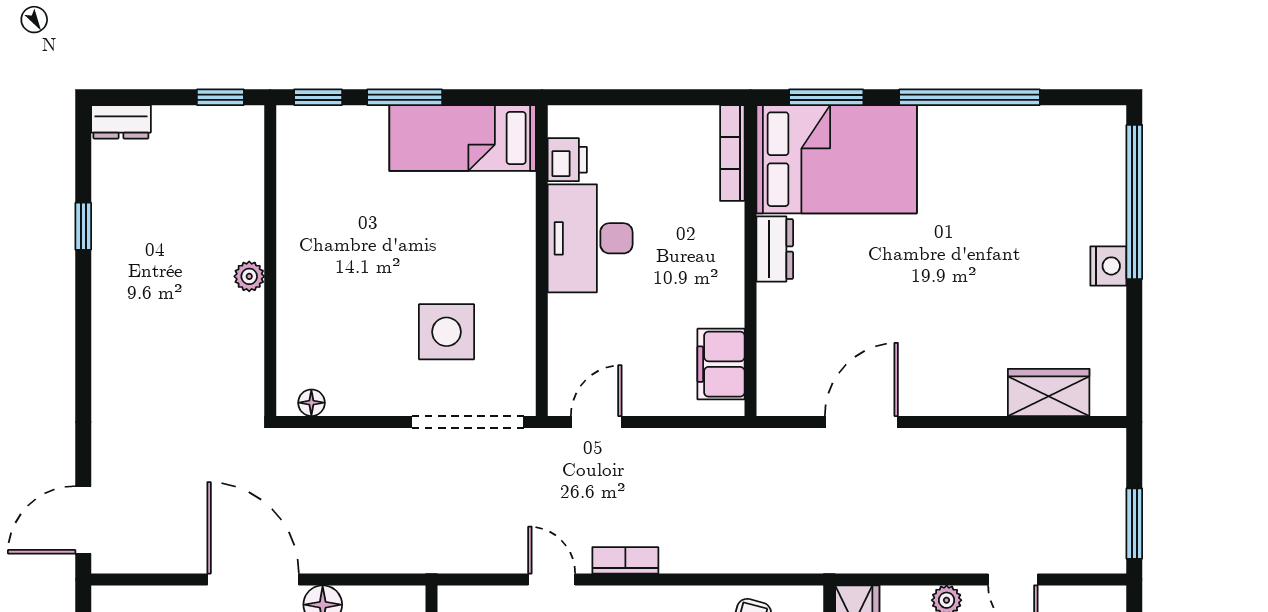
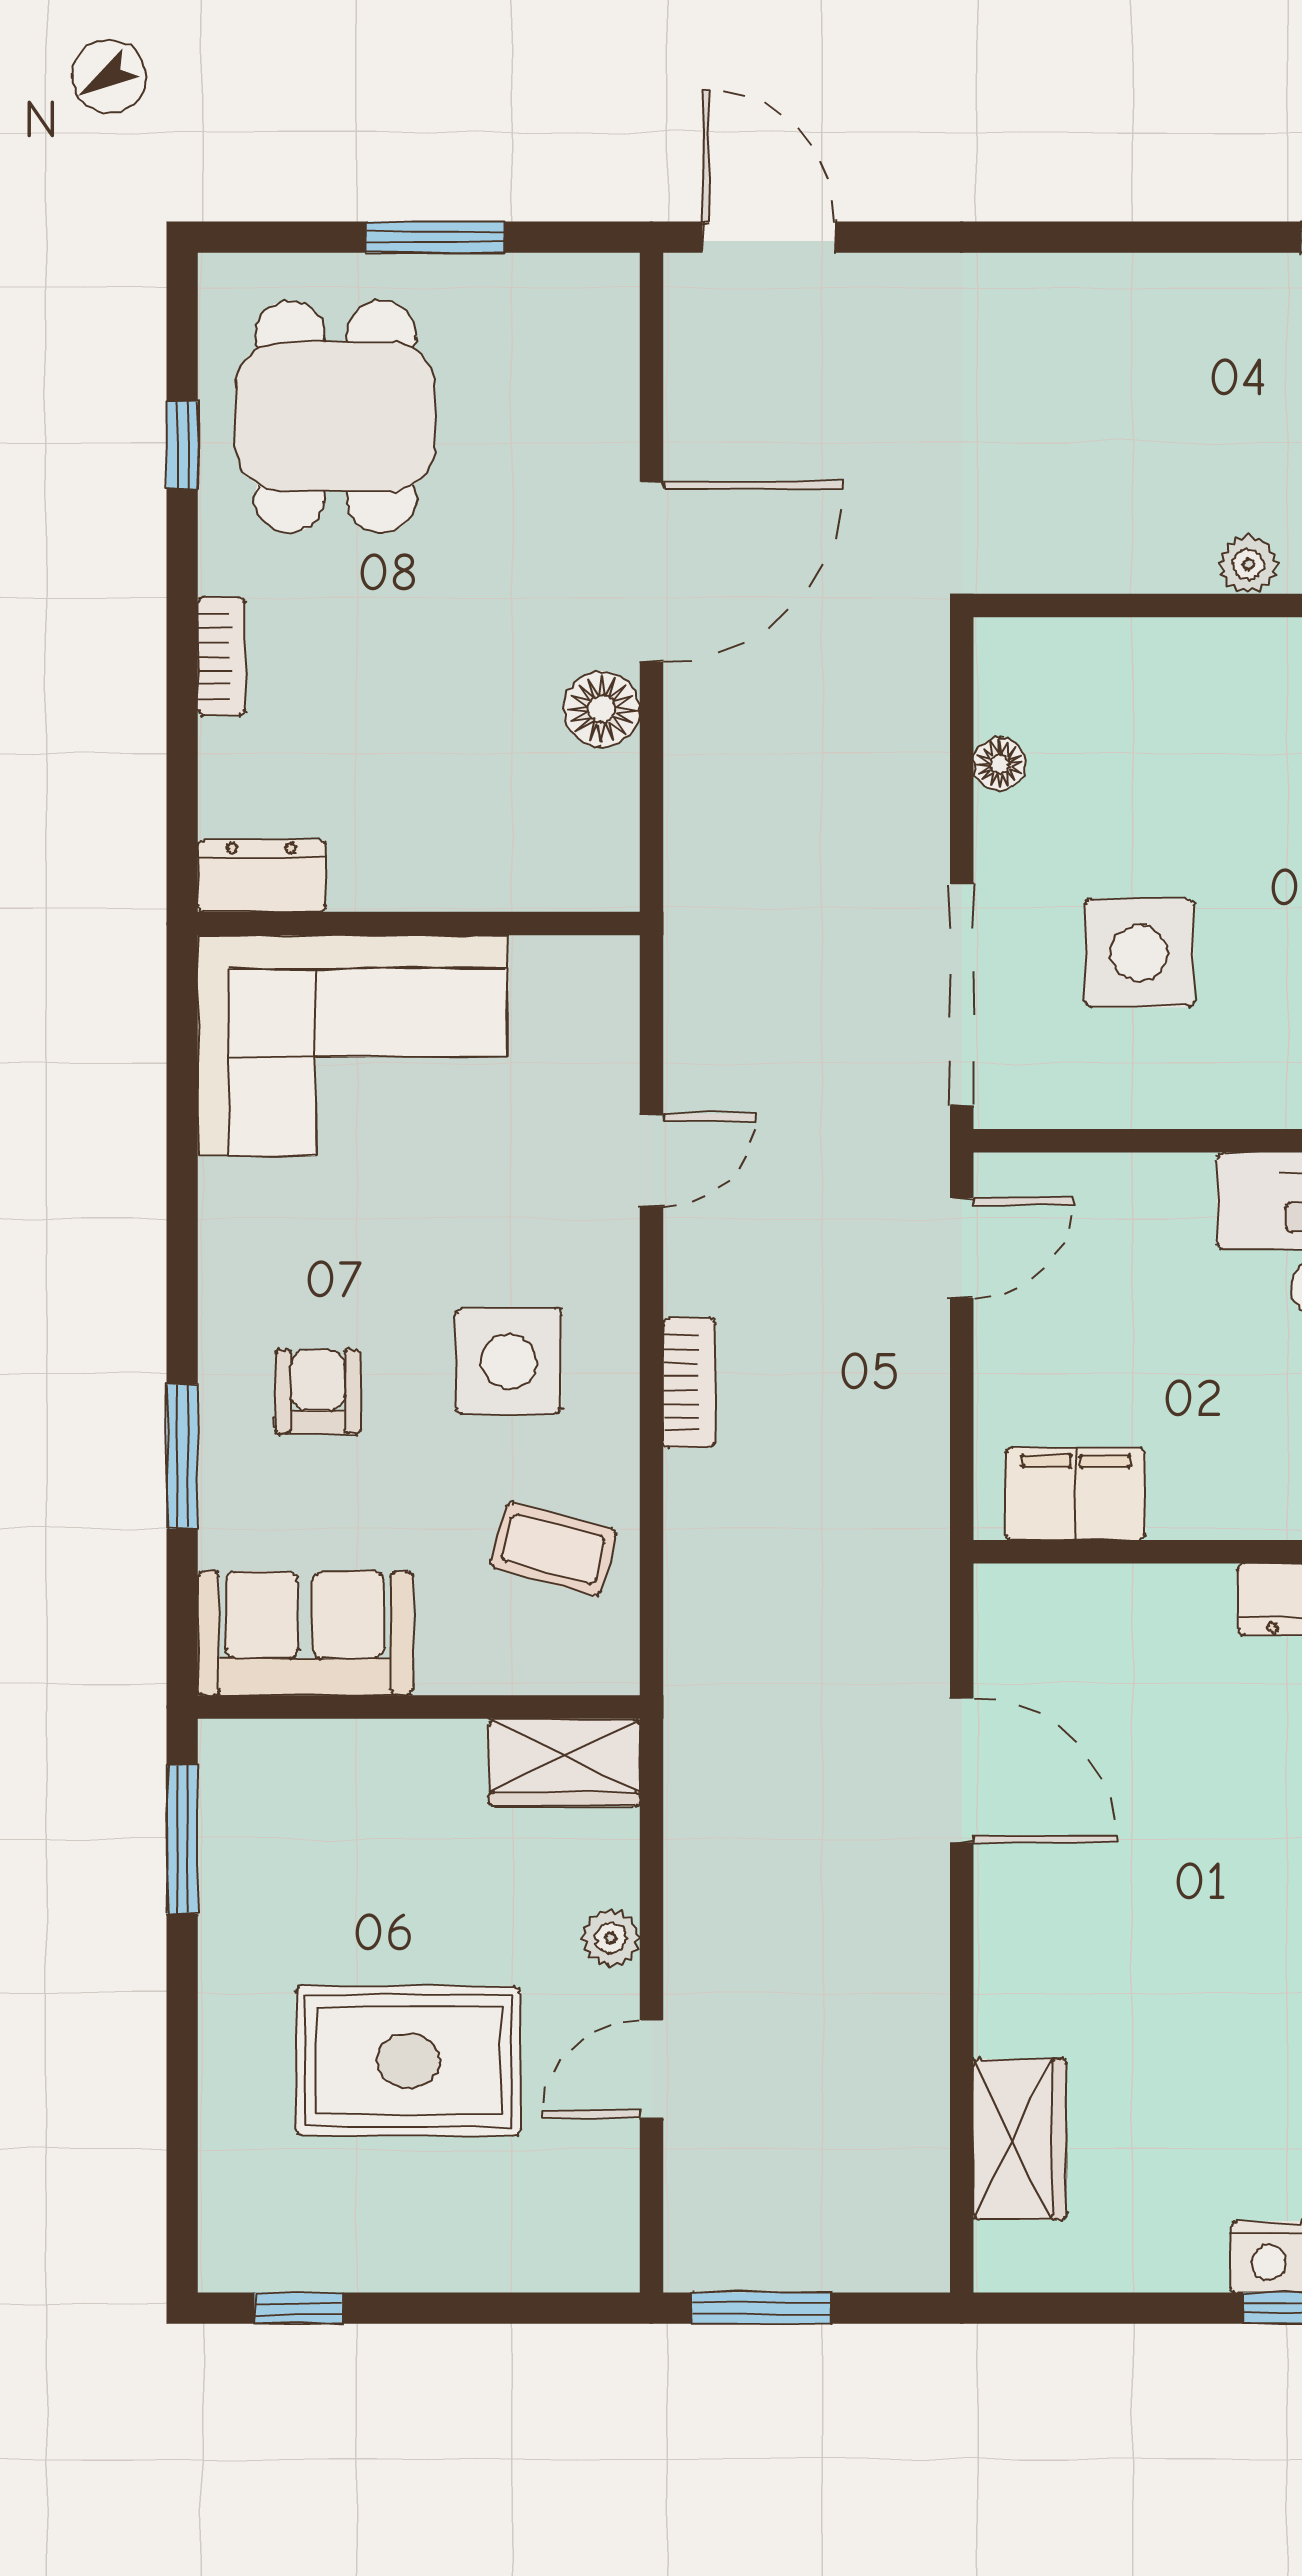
floor lamp: (311, 403) -> (1000, 764), moved
door: (596, 422) -> (962, 1248), hinge flipped
bookcase: (625, 560) -> (689, 1383), moved

